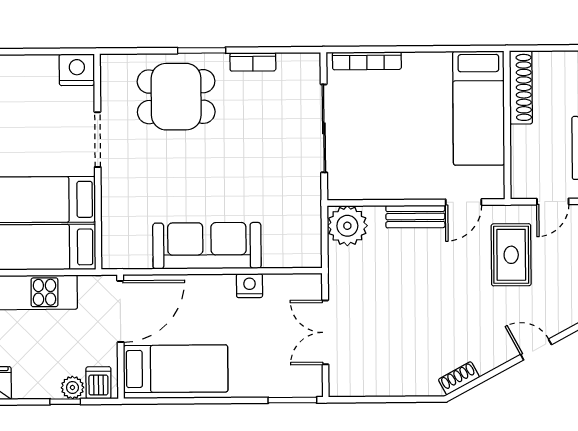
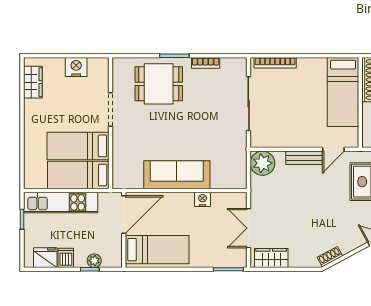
nightstand: (77, 70) -> (76, 67), moved
wardrobe: (363, 381) -> (271, 258), added
dishwasher: (98, 383) -> (66, 258), moved

